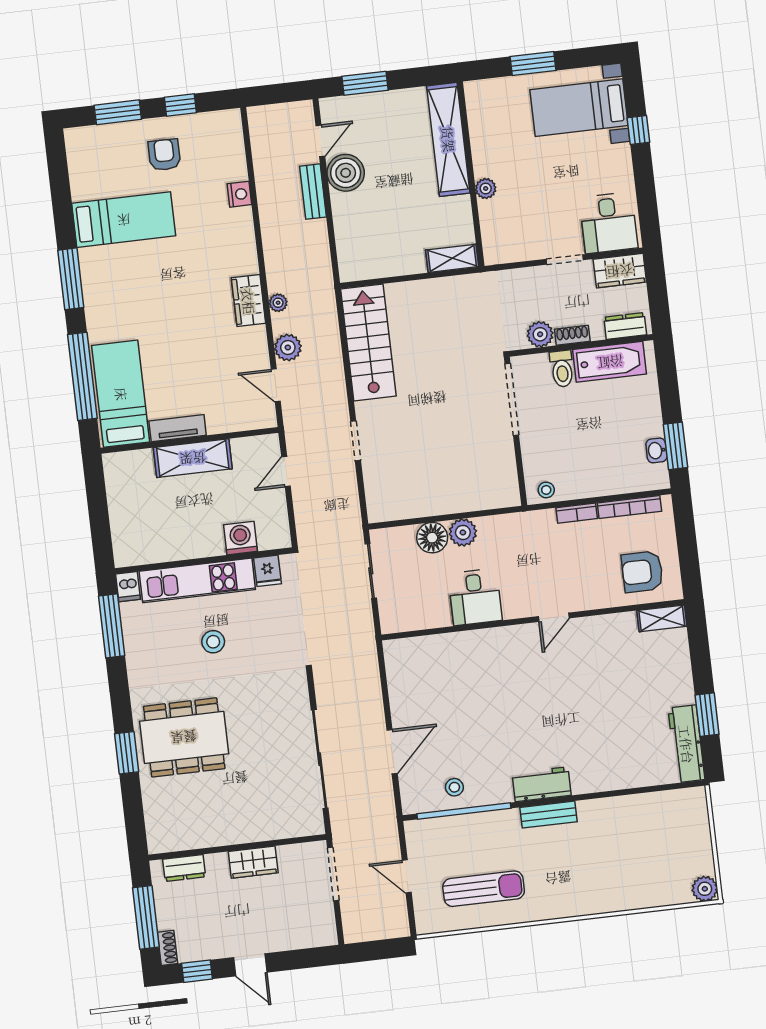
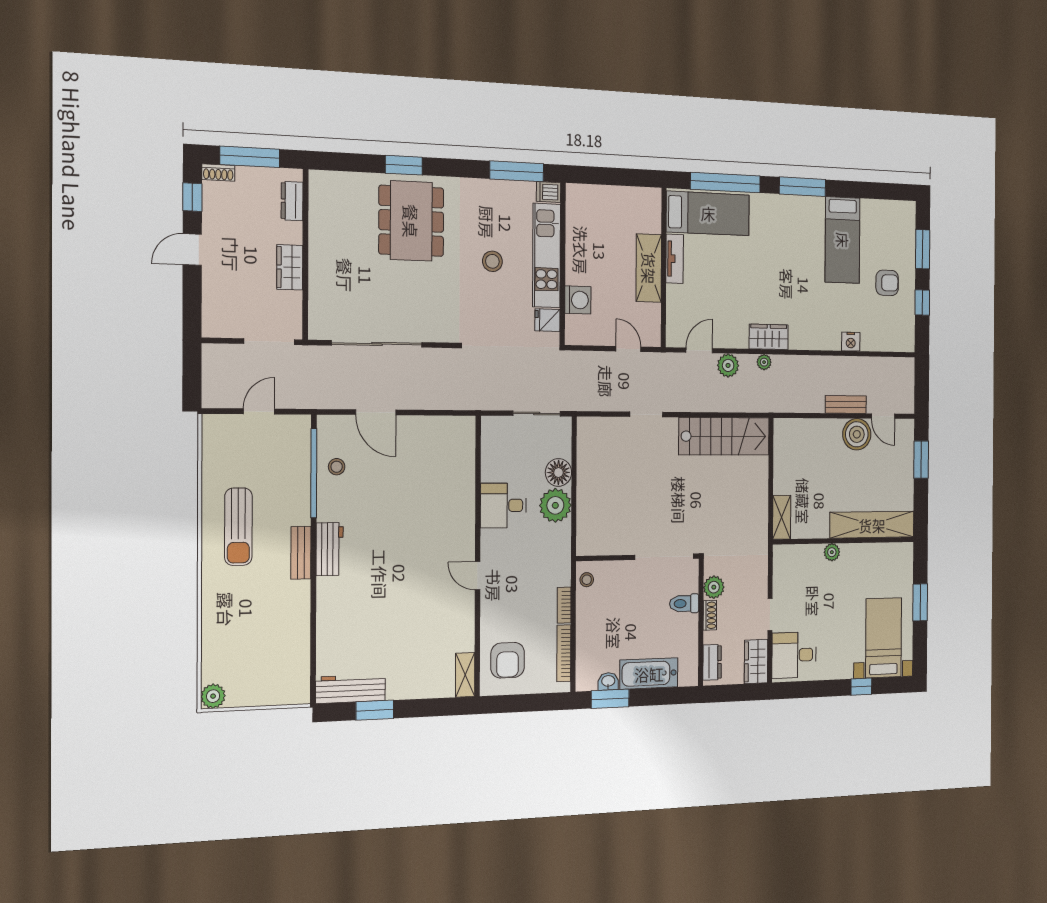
bathtub: (610, 362) -> (649, 674), moved, turned 90
plant: (463, 532) -> (555, 505), width x1.36, depth x1.36
armchair: (642, 572) -> (508, 660), turned 180
sun lounger: (484, 889) -> (238, 527), moved

